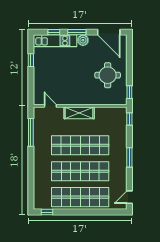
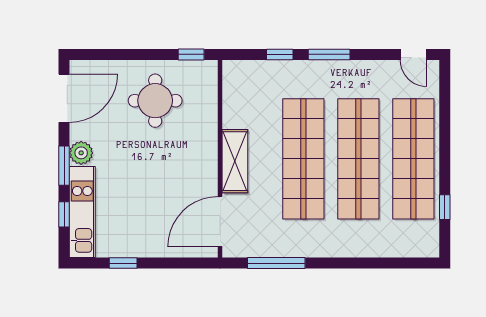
door: (50, 106) -> (220, 222), width x1.88
window: (129, 119) -> (280, 54), moved
window: (47, 212) -> (445, 207), moved

